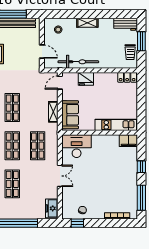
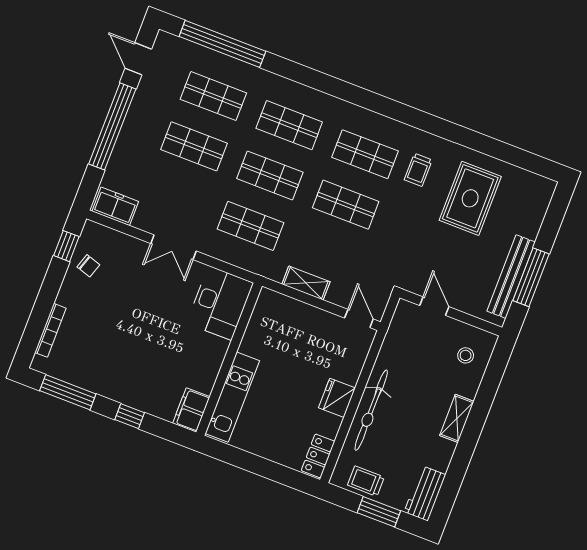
door: (42, 52) -> (434, 306), swing flipped
bicycle: (78, 62) -> (371, 410), moved
fridge: (86, 79) -> (337, 398), moved
sofa: (70, 115) -> (287, 314), removed

